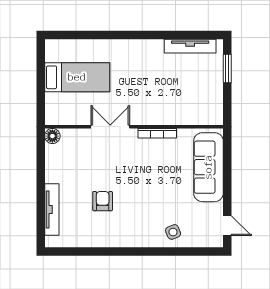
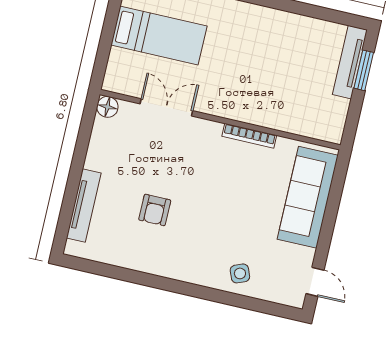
tv unit: (190, 46) -> (350, 62), moved, turned 90
double door: (110, 127) -> (166, 107), moved
armchair: (103, 201) -> (155, 210), turned 180

